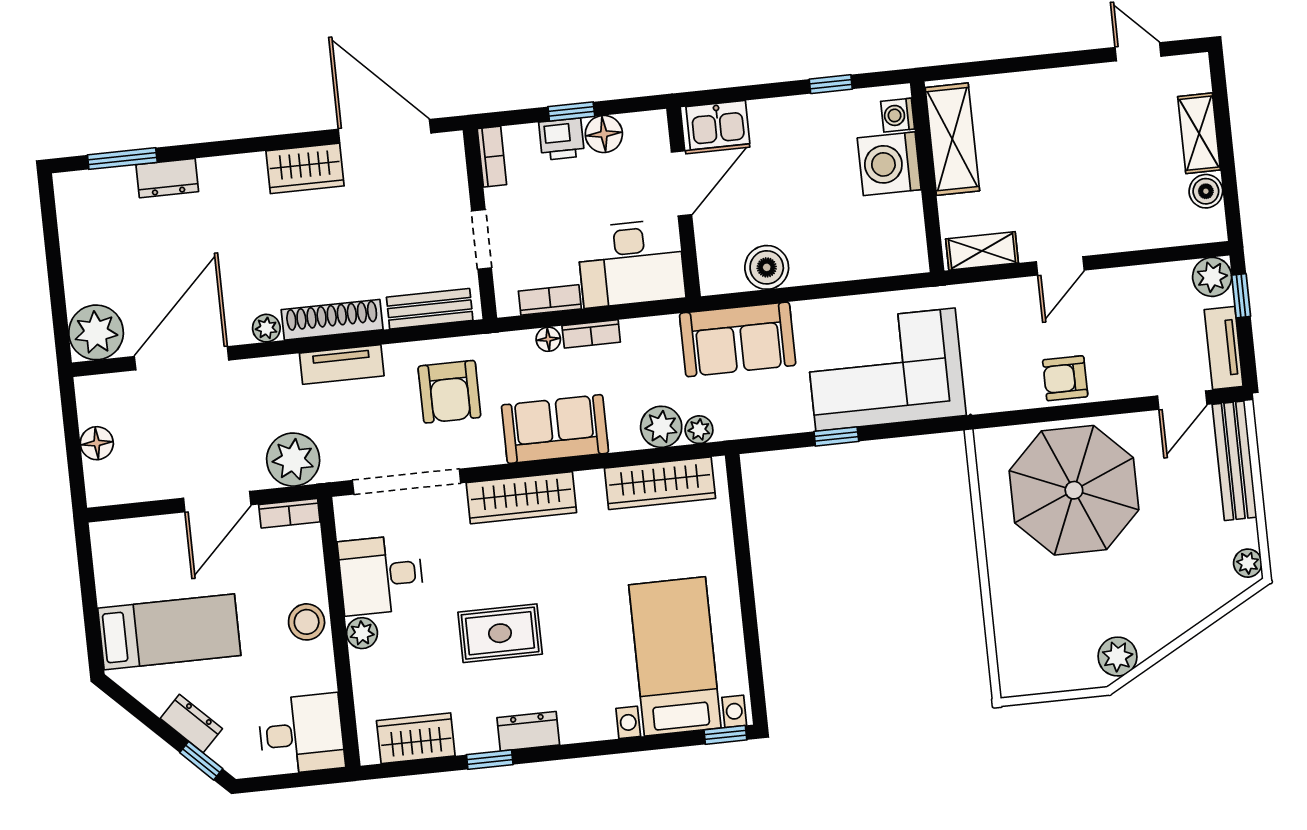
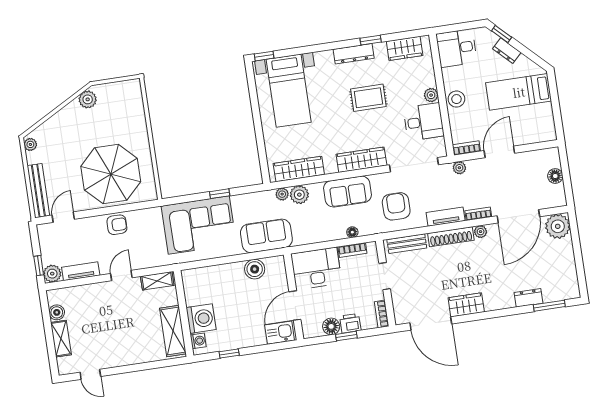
bookcase: (591, 334) -> (478, 214), moved
tv unit: (1224, 348) -> (81, 271), moved, turned -90
plant: (293, 460) -> (459, 168), width x0.53, depth x0.53
dresser: (528, 731) -> (354, 54), width x1.44

